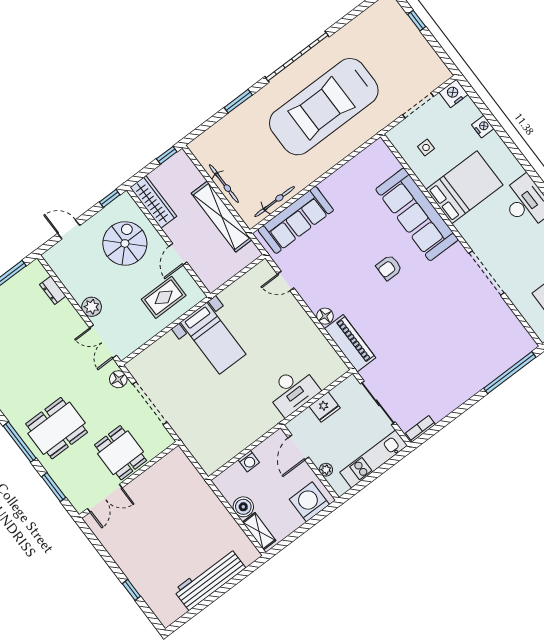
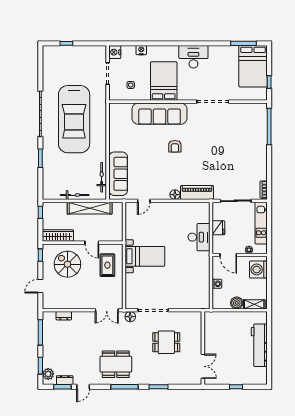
plant: (92, 307) -> (86, 303), removed
dining table: (57, 428) -> (116, 364), moved, turned 90
wall: (129, 480) -> (203, 348), moved
double door: (105, 498) -> (203, 366), moved

